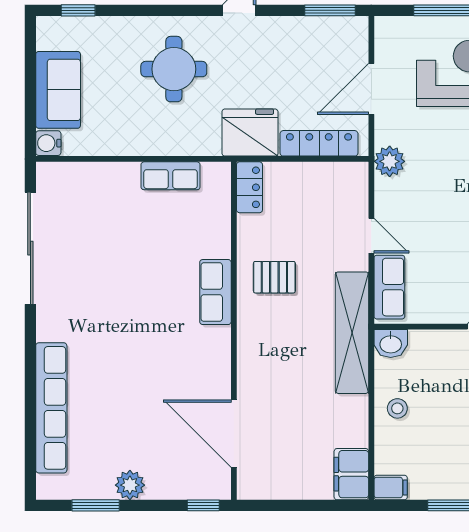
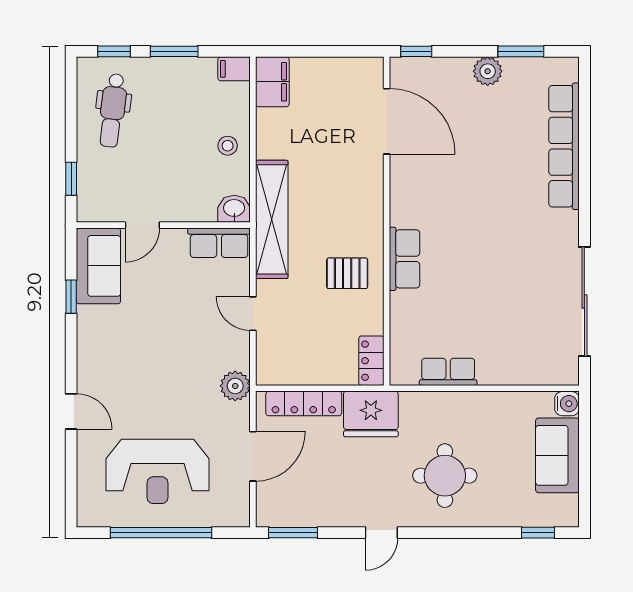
row of seats: (389, 287) -> (219, 243), moved, turned -90

